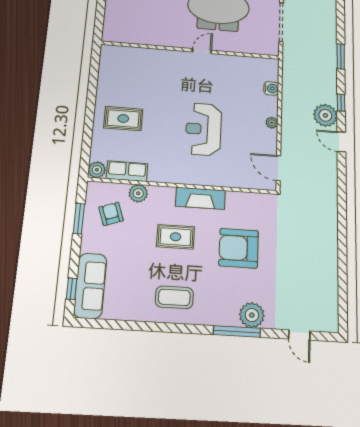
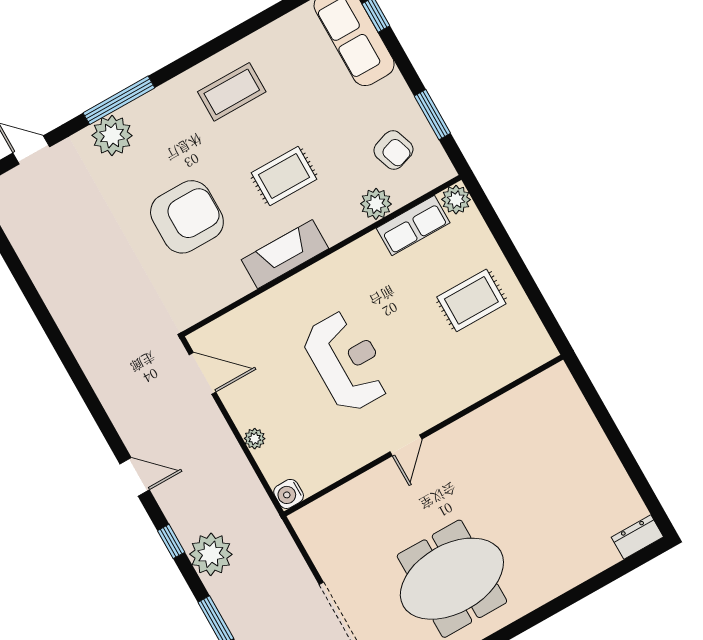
wall: (191, 50) -> (423, 435), moved
door: (202, 51) -> (406, 445), moved
plant: (325, 115) -> (211, 554), moved

